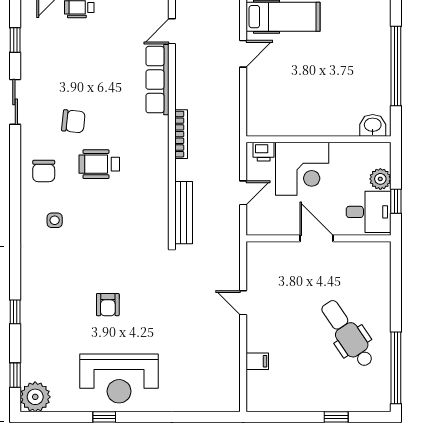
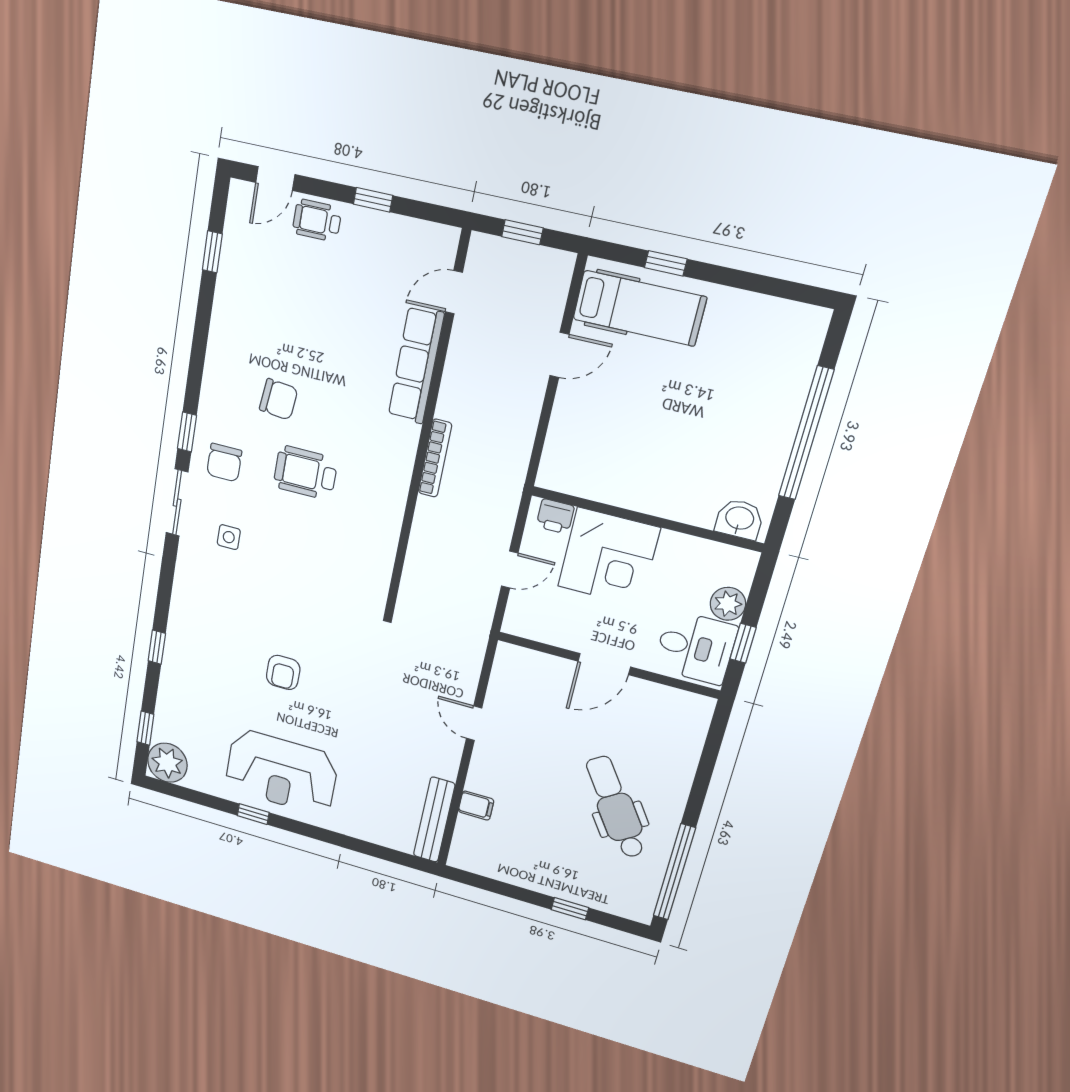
sliding door: (15, 102) -> (177, 503), moved
window: (15, 157) -> (187, 432), added
bench: (184, 213) -> (434, 820), moved
door: (316, 238) -> (604, 664), swing flipped

